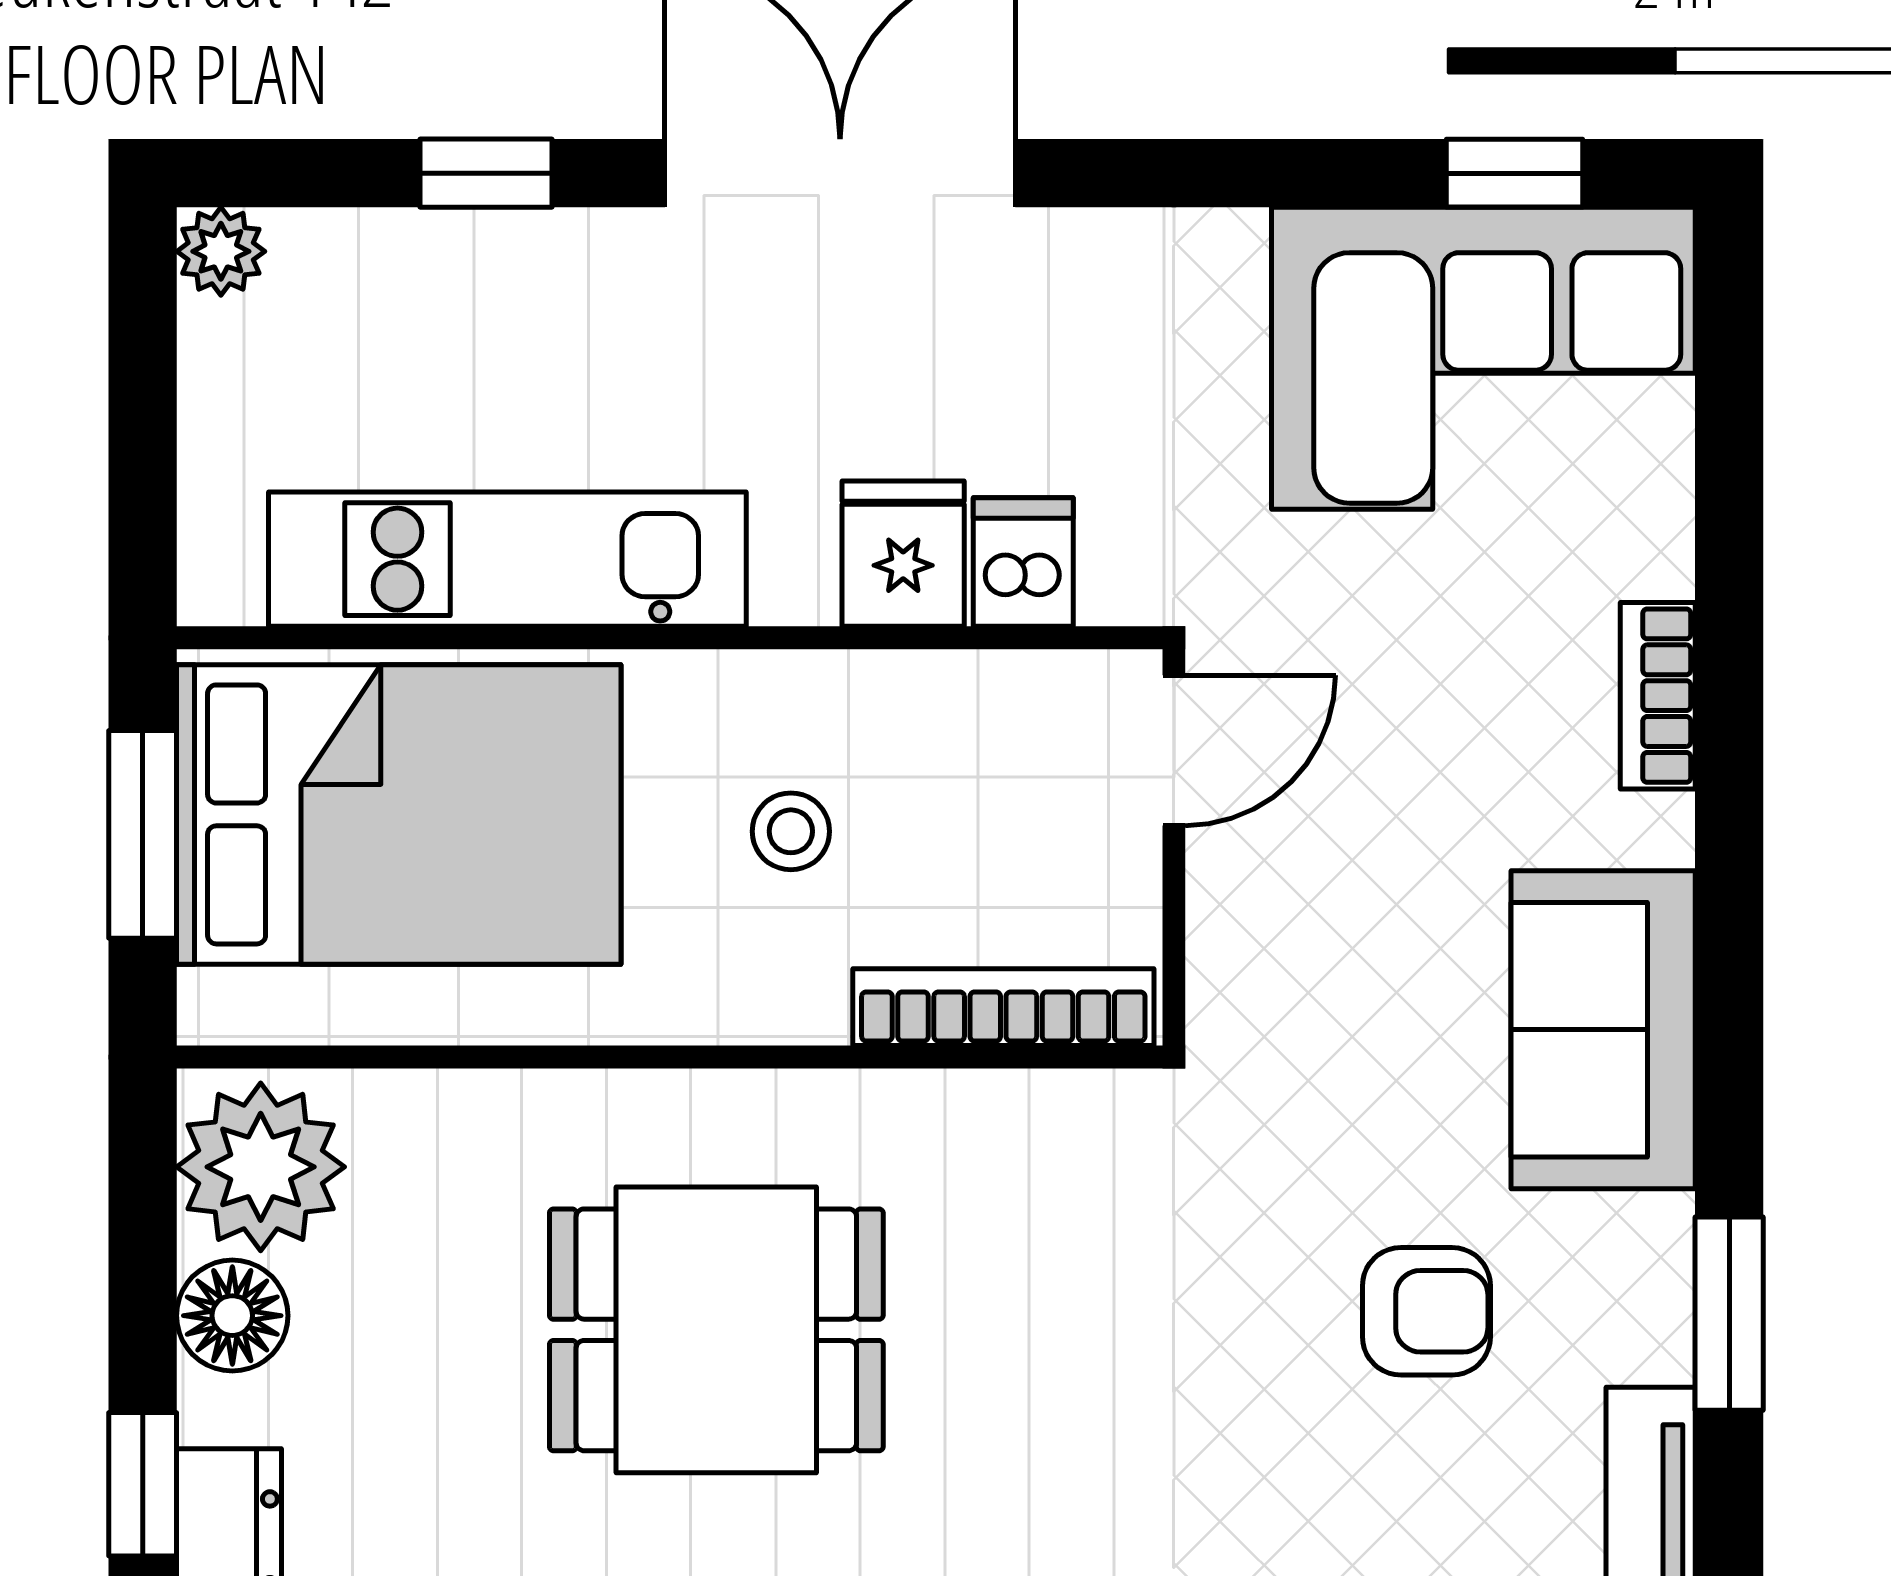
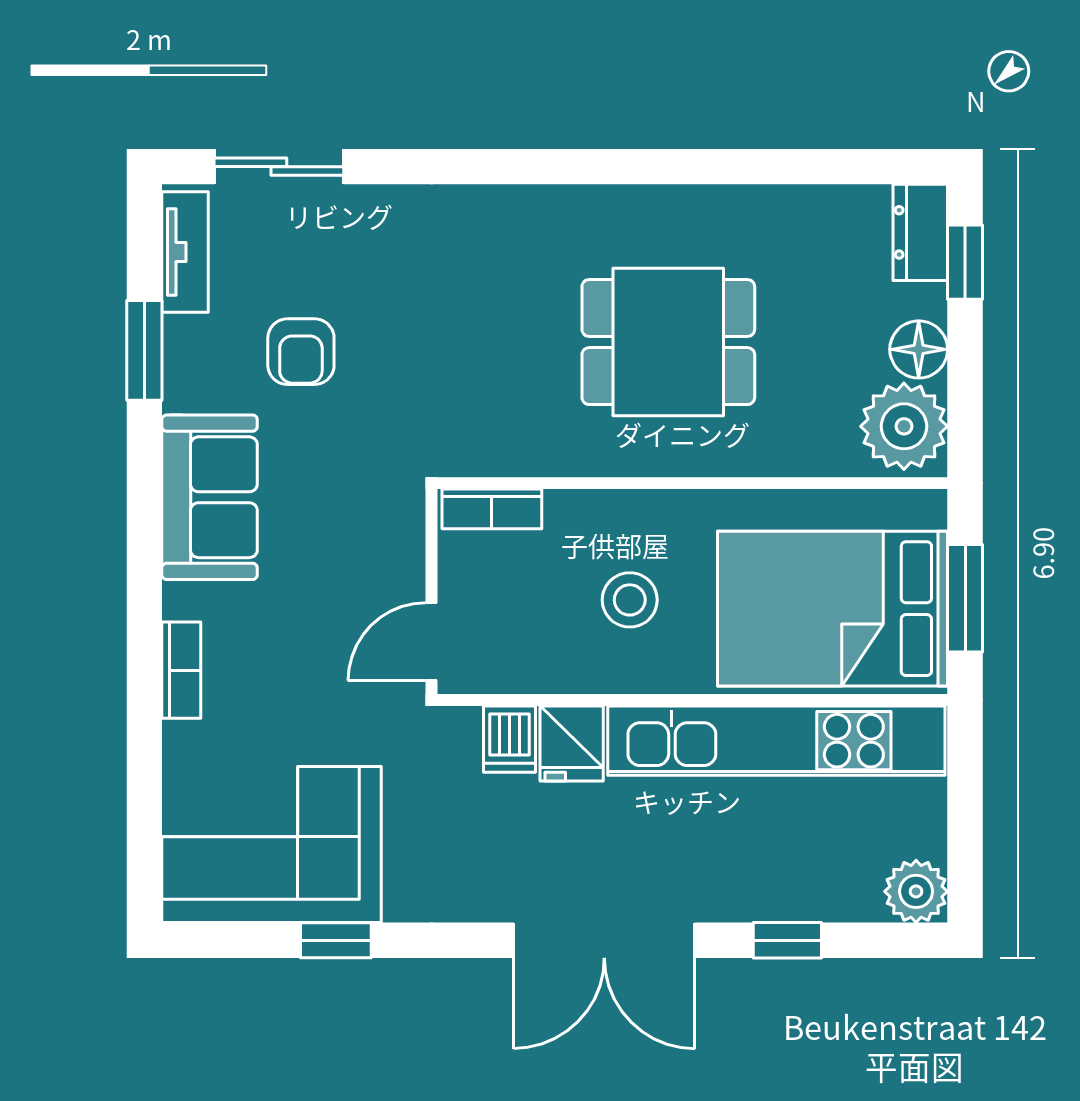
window: (1514, 173) -> (336, 940), moved
plant: (221, 251) -> (916, 891), width x1.38, depth x1.38
kitchen unit: (507, 559) -> (776, 741), width x1.36
stool: (791, 831) -> (630, 600), width x1.37, depth x1.37
bookcase: (1003, 1007) -> (492, 509), width x0.64
armchair: (1426, 1311) -> (301, 352), turned -90

